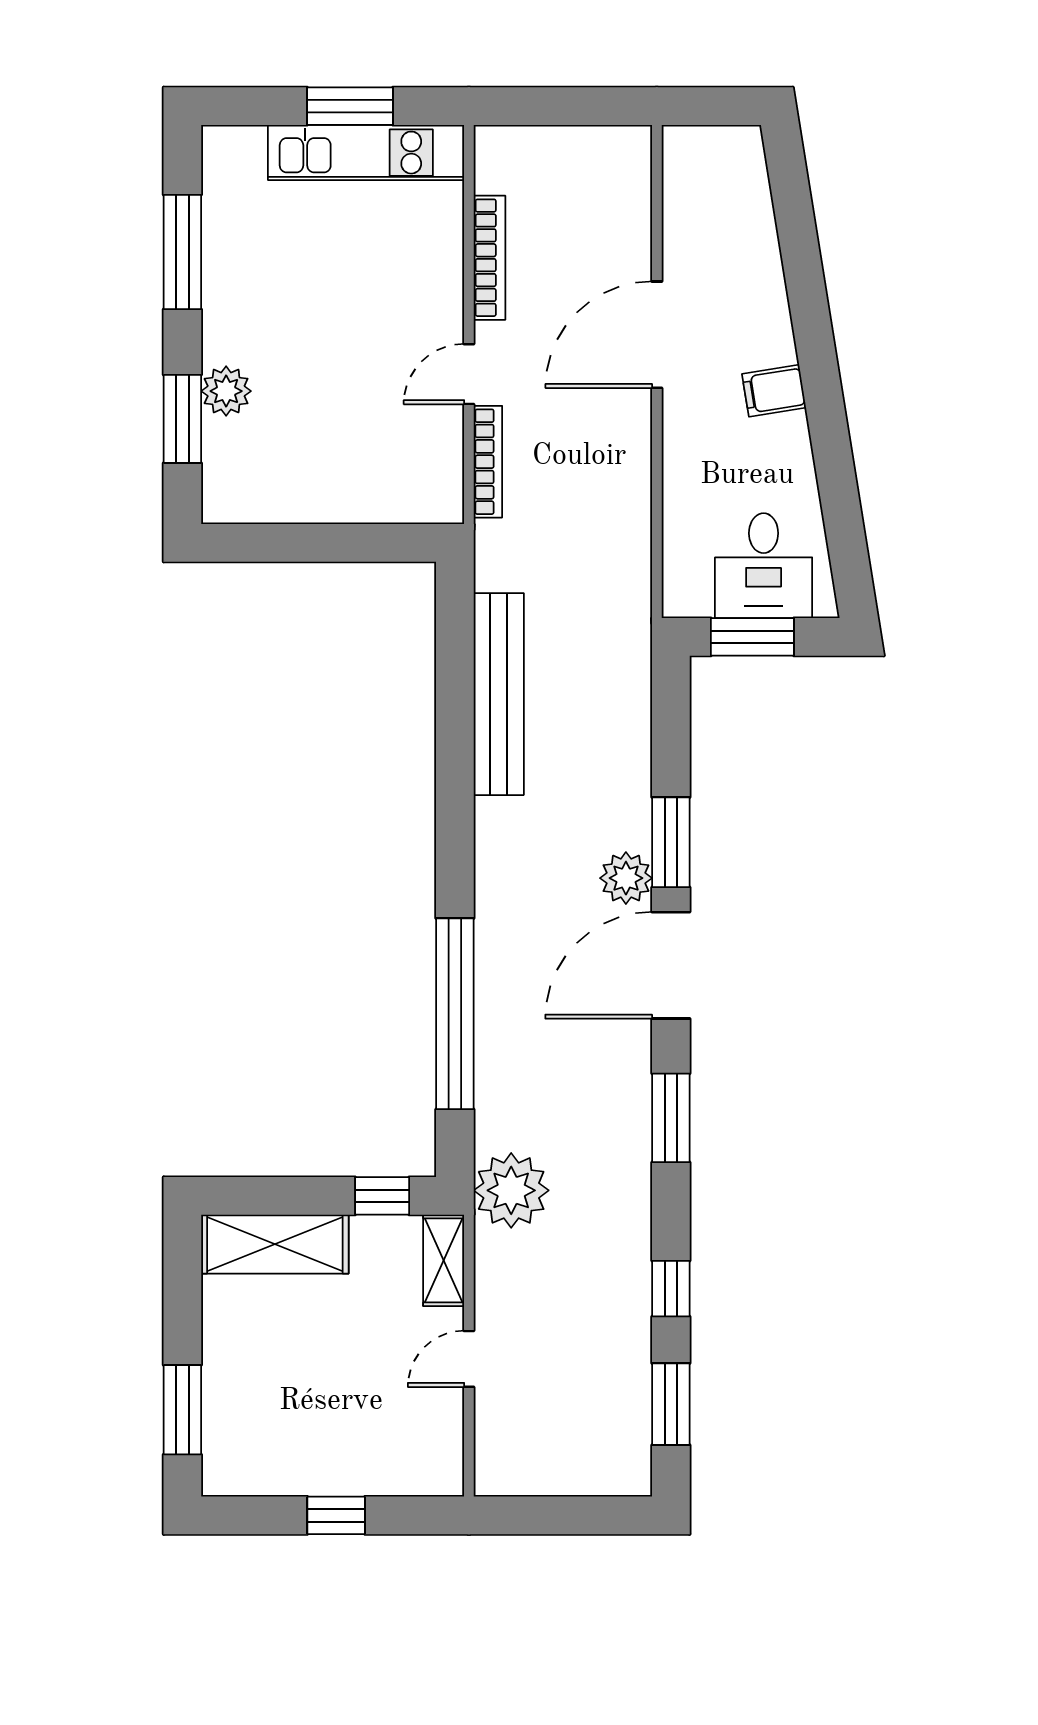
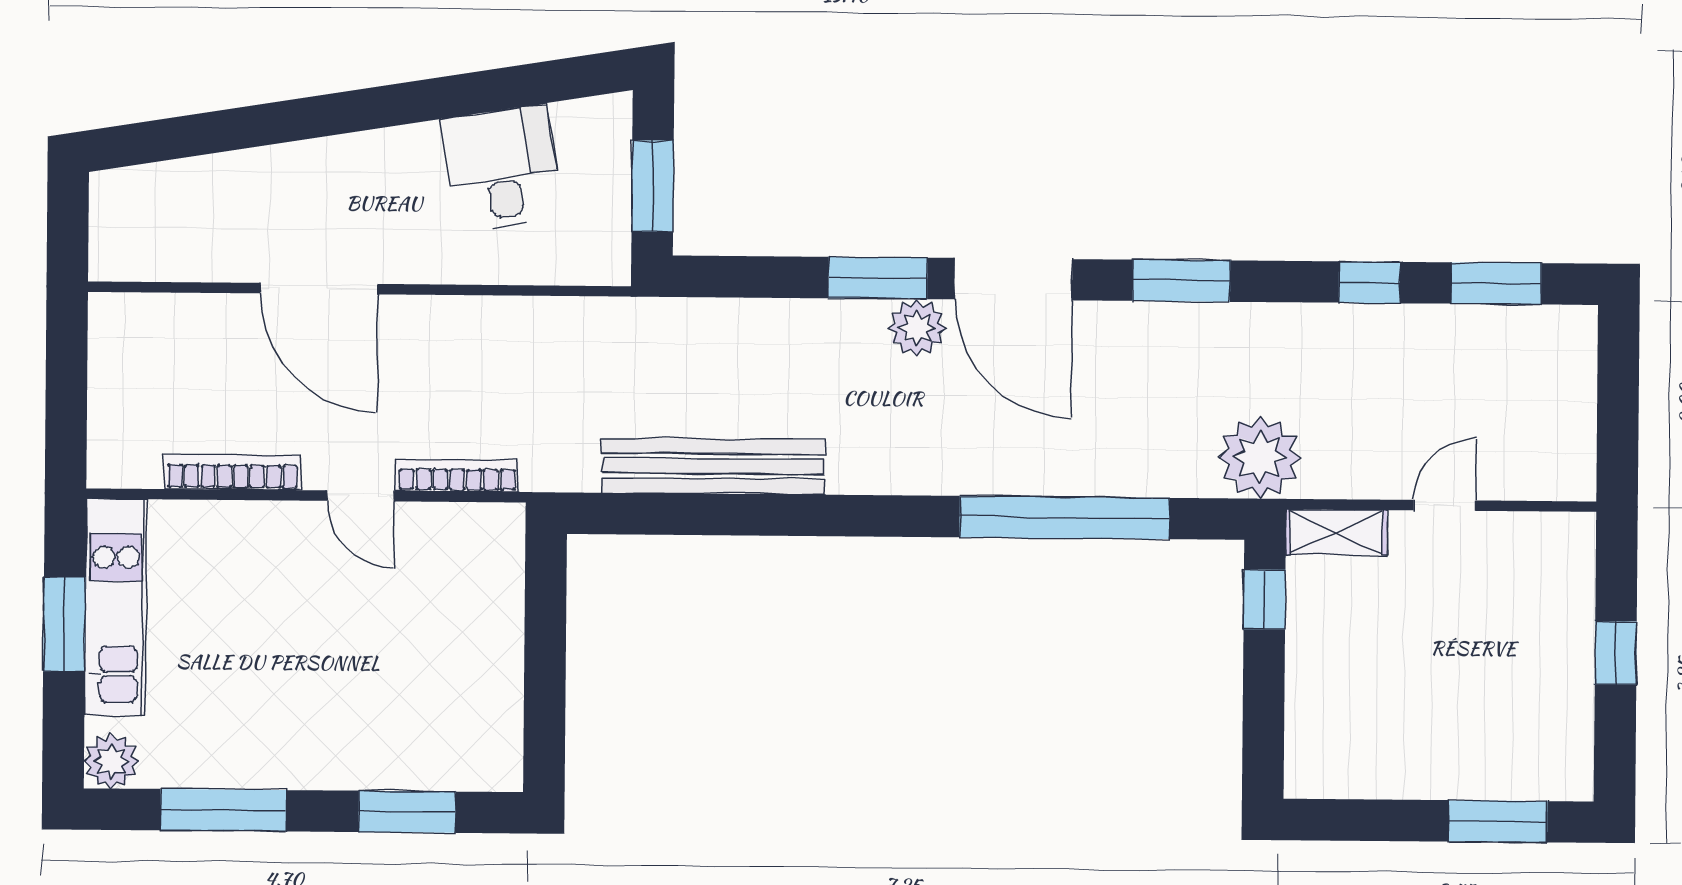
plant: (226, 391) -> (111, 761), moved
filing cabinet: (774, 391) -> (382, 160), removed
desk: (764, 566) -> (502, 168), moved, turned -99
shelving: (275, 1244) -> (1317, 718), removed
door: (469, 1359) -> (1445, 505), swing flipped

